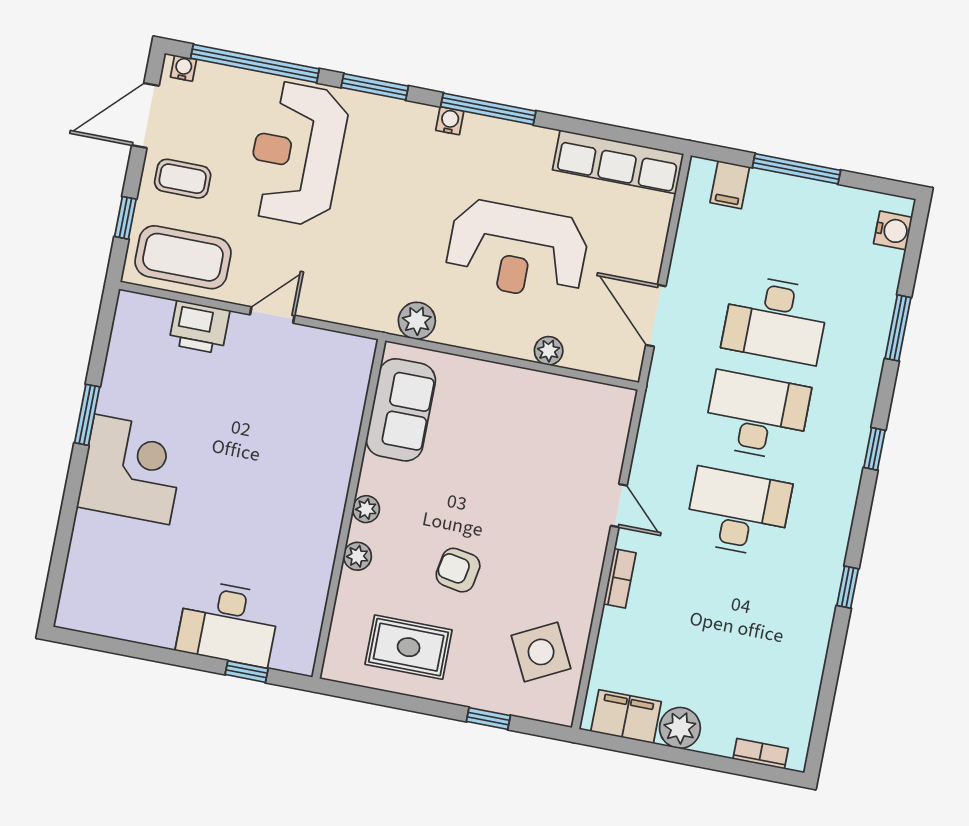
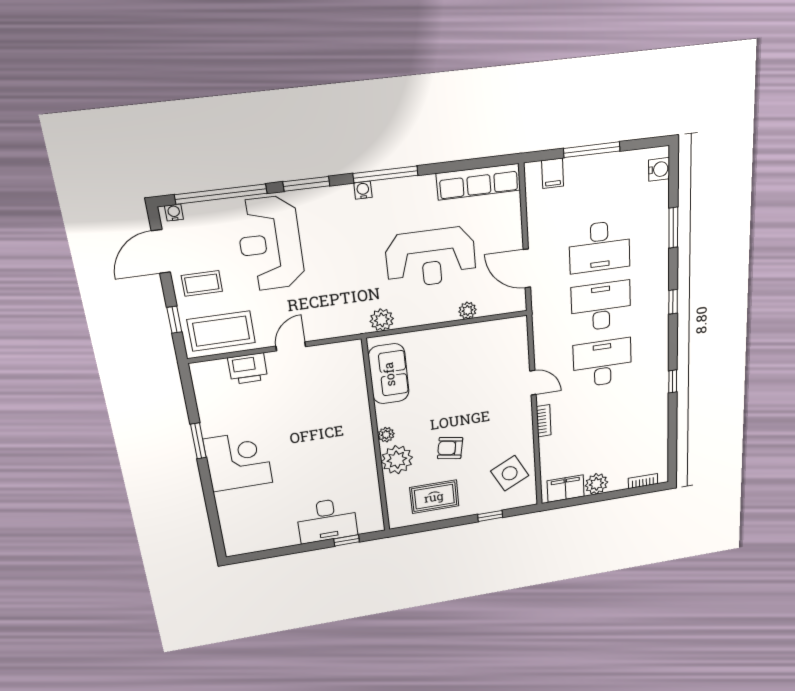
plant: (357, 556) -> (397, 460), width x1.87, depth x1.87

